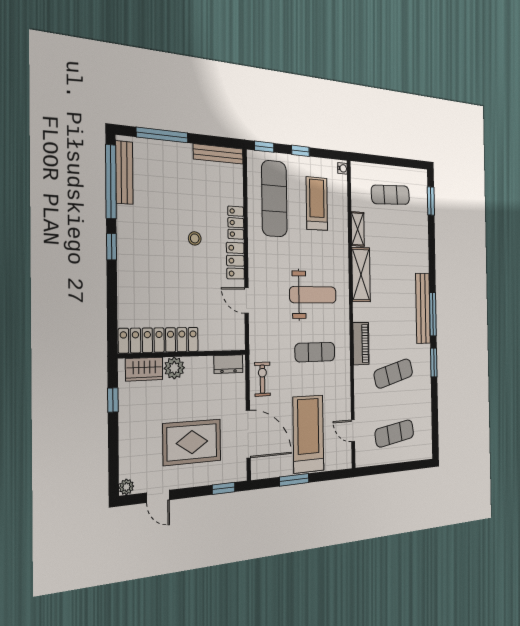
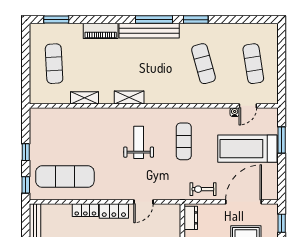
water cooler: (342, 168) -> (235, 112), moved
treadmill: (317, 204) -> (66, 137), removed
shelving: (361, 275) -> (129, 98), width x0.67, depth x0.75
weight bench: (313, 295) -> (139, 142), width x0.73, depth x0.75
piano: (361, 344) -> (101, 31), moved, turned 180
window: (294, 480) -> (282, 140), moved

